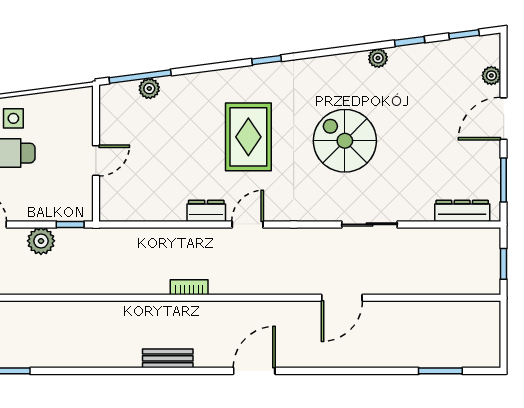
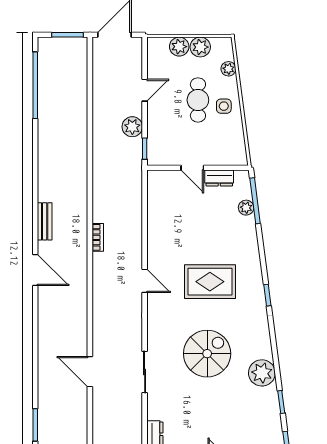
plant: (378, 58) -> (262, 373), width x1.88, depth x1.88
dresser: (206, 211) -> (219, 178), moved, turned 90
door: (342, 298) -> (90, 372), moved
door: (254, 371) -> (35, 270), moved

